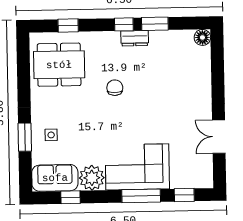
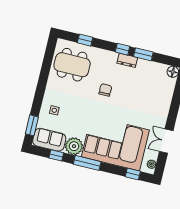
window: (25, 137) -> (32, 125), moved
corner sofa: (137, 167) -> (115, 143), width x1.36, depth x1.36
plant: (207, 174) -> (151, 164), added
window: (141, 196) -> (87, 163), moved

